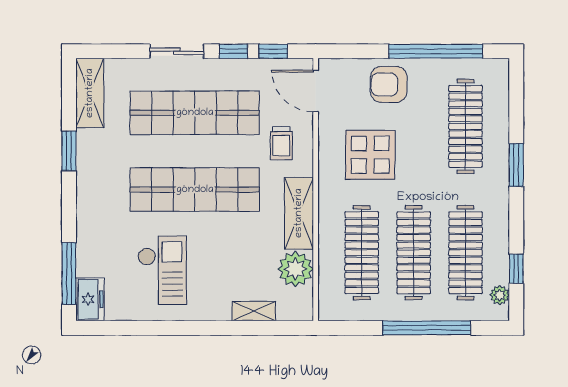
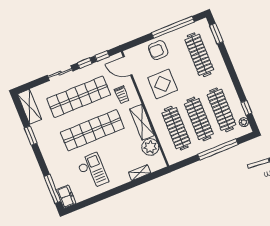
window: (516, 165) -> (216, 34), moved

